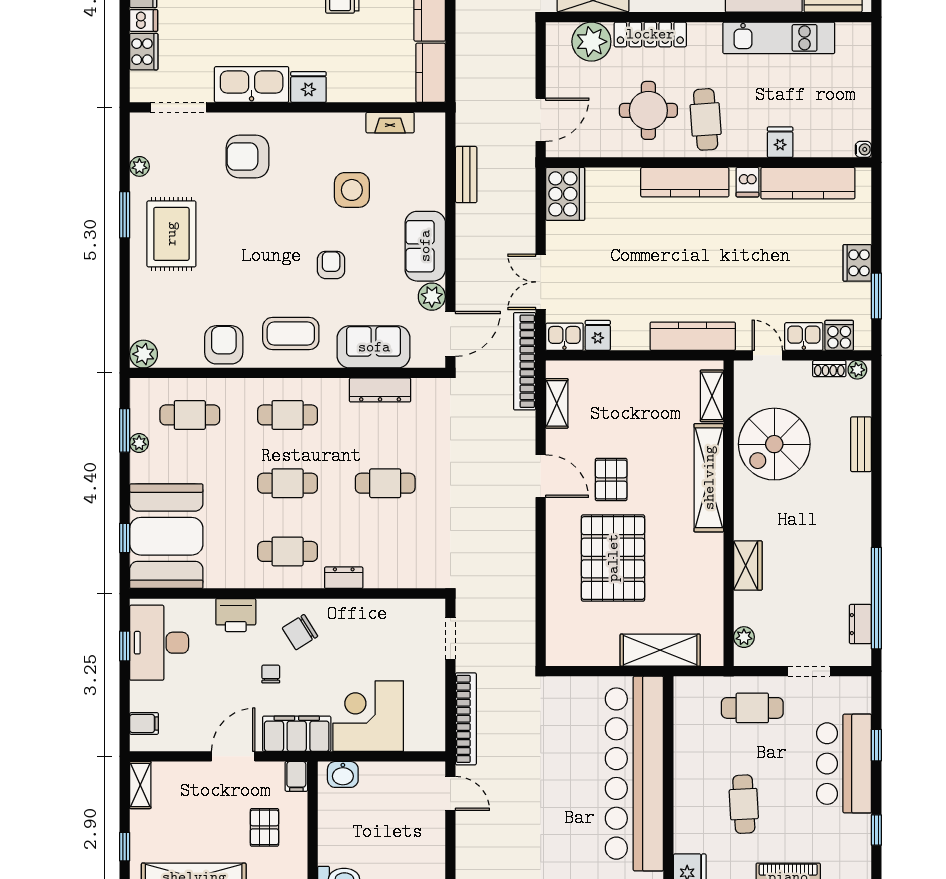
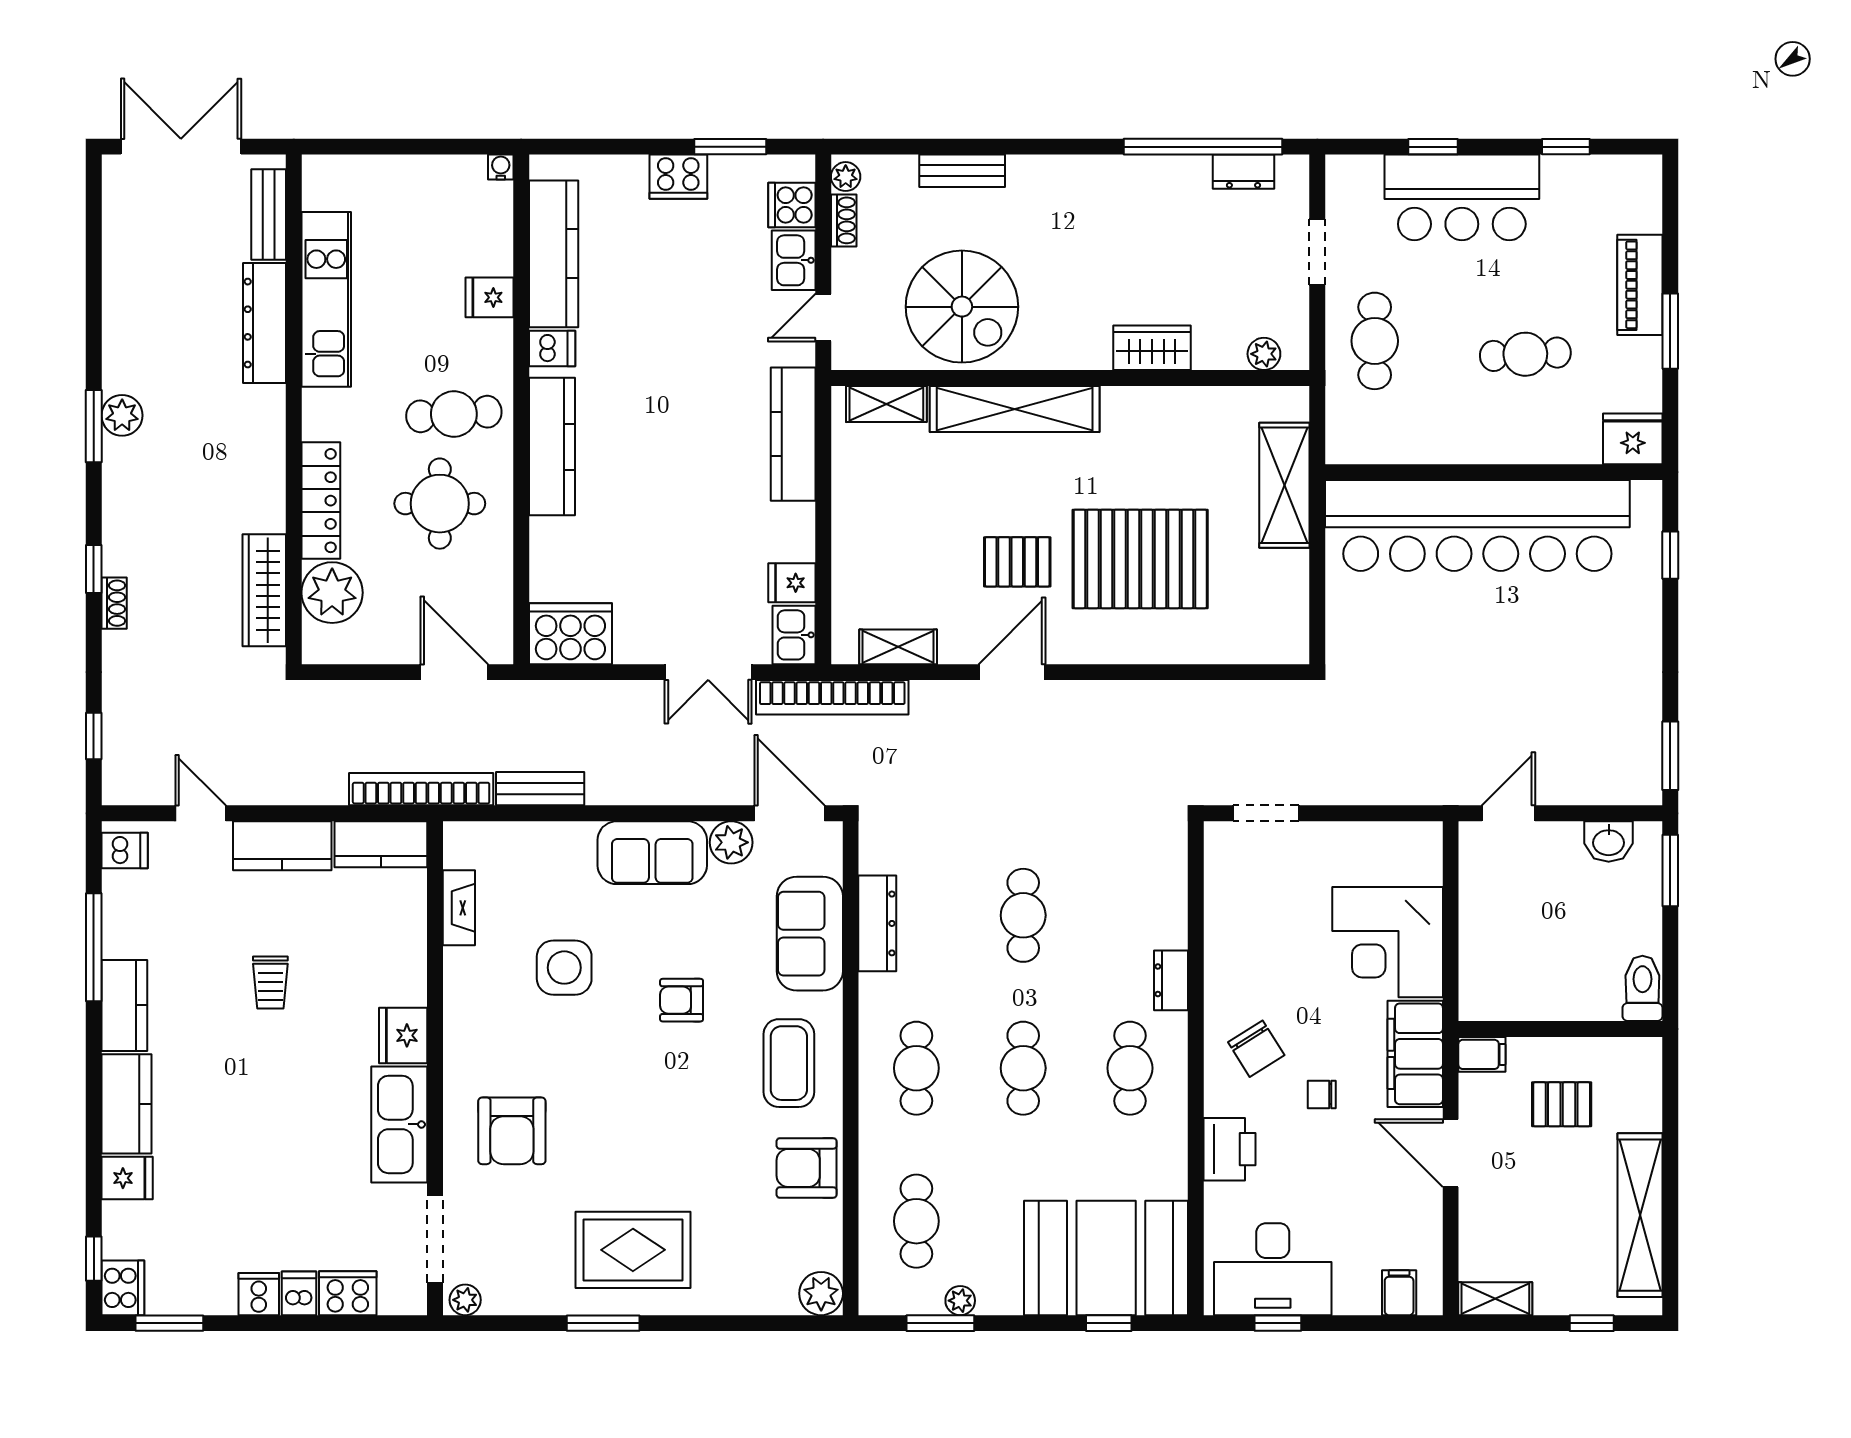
plant: (139, 166) -> (465, 1300), moved
bookcase: (466, 719) -> (421, 789), moved
washbasin: (343, 774) -> (1609, 842), moved, turned 90

